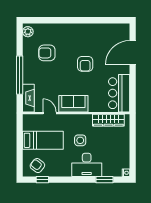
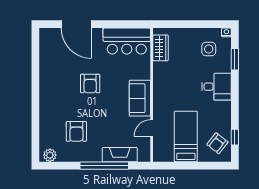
armchair: (85, 64) -> (90, 83), turned 90
fireplace: (28, 98) -> (120, 155), moved
wardrobe: (108, 120) -> (160, 48), width x0.67
side table: (80, 140) -> (209, 49), moved
desk: (87, 165) -> (216, 87), width x0.73

